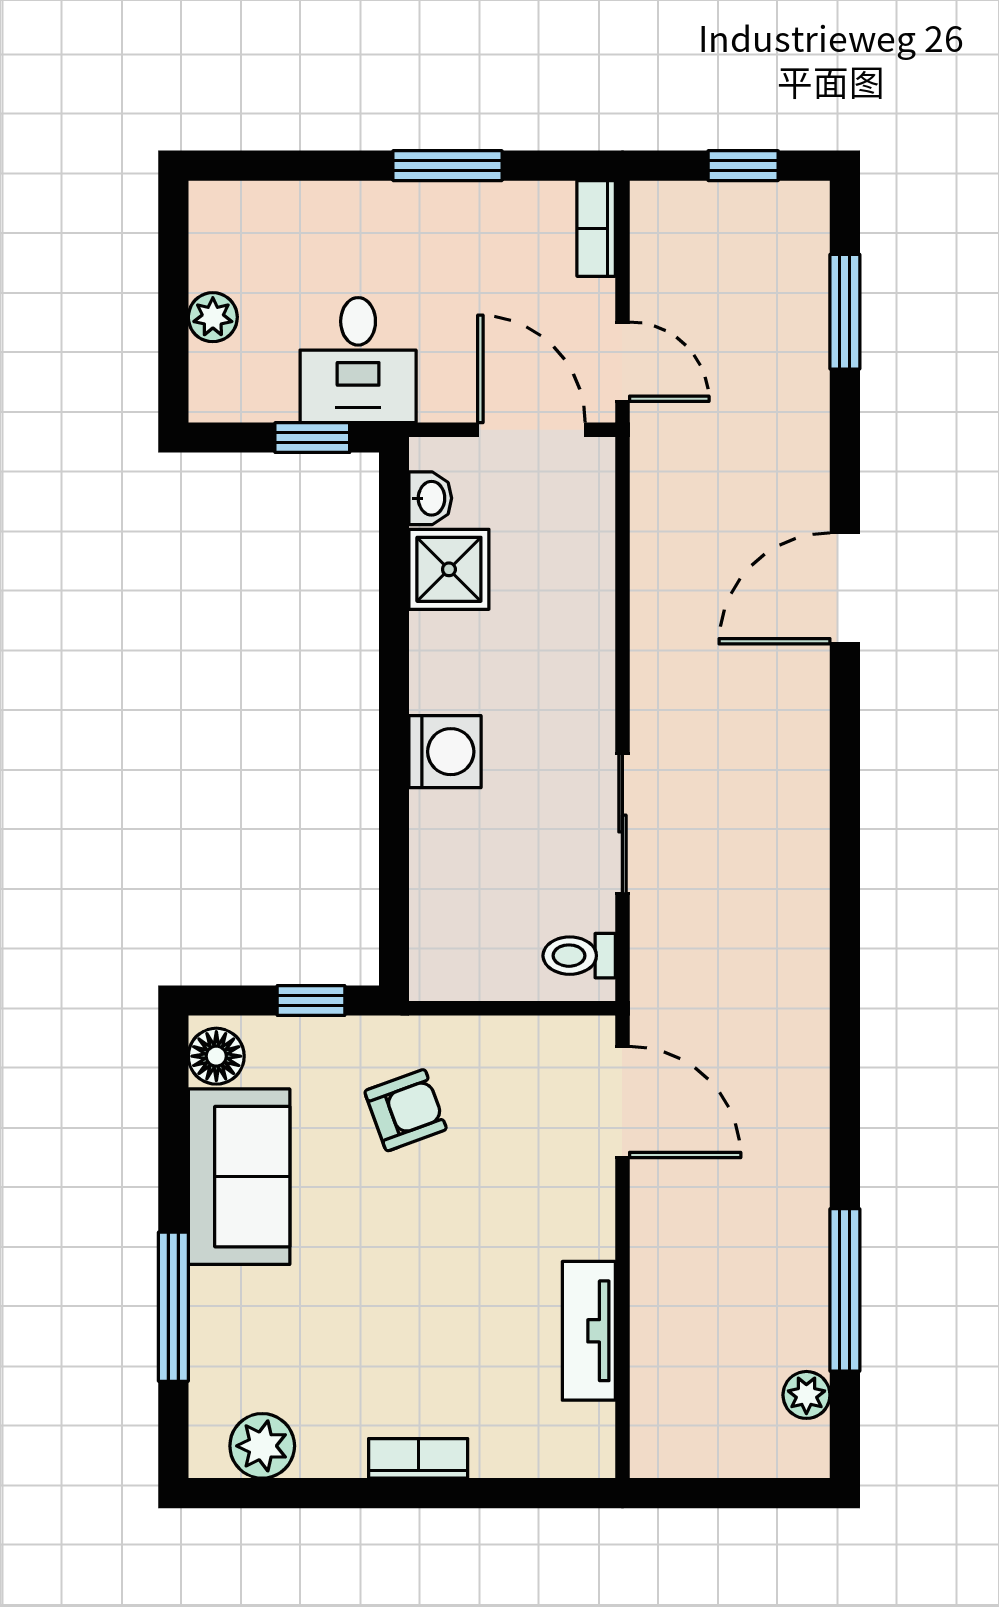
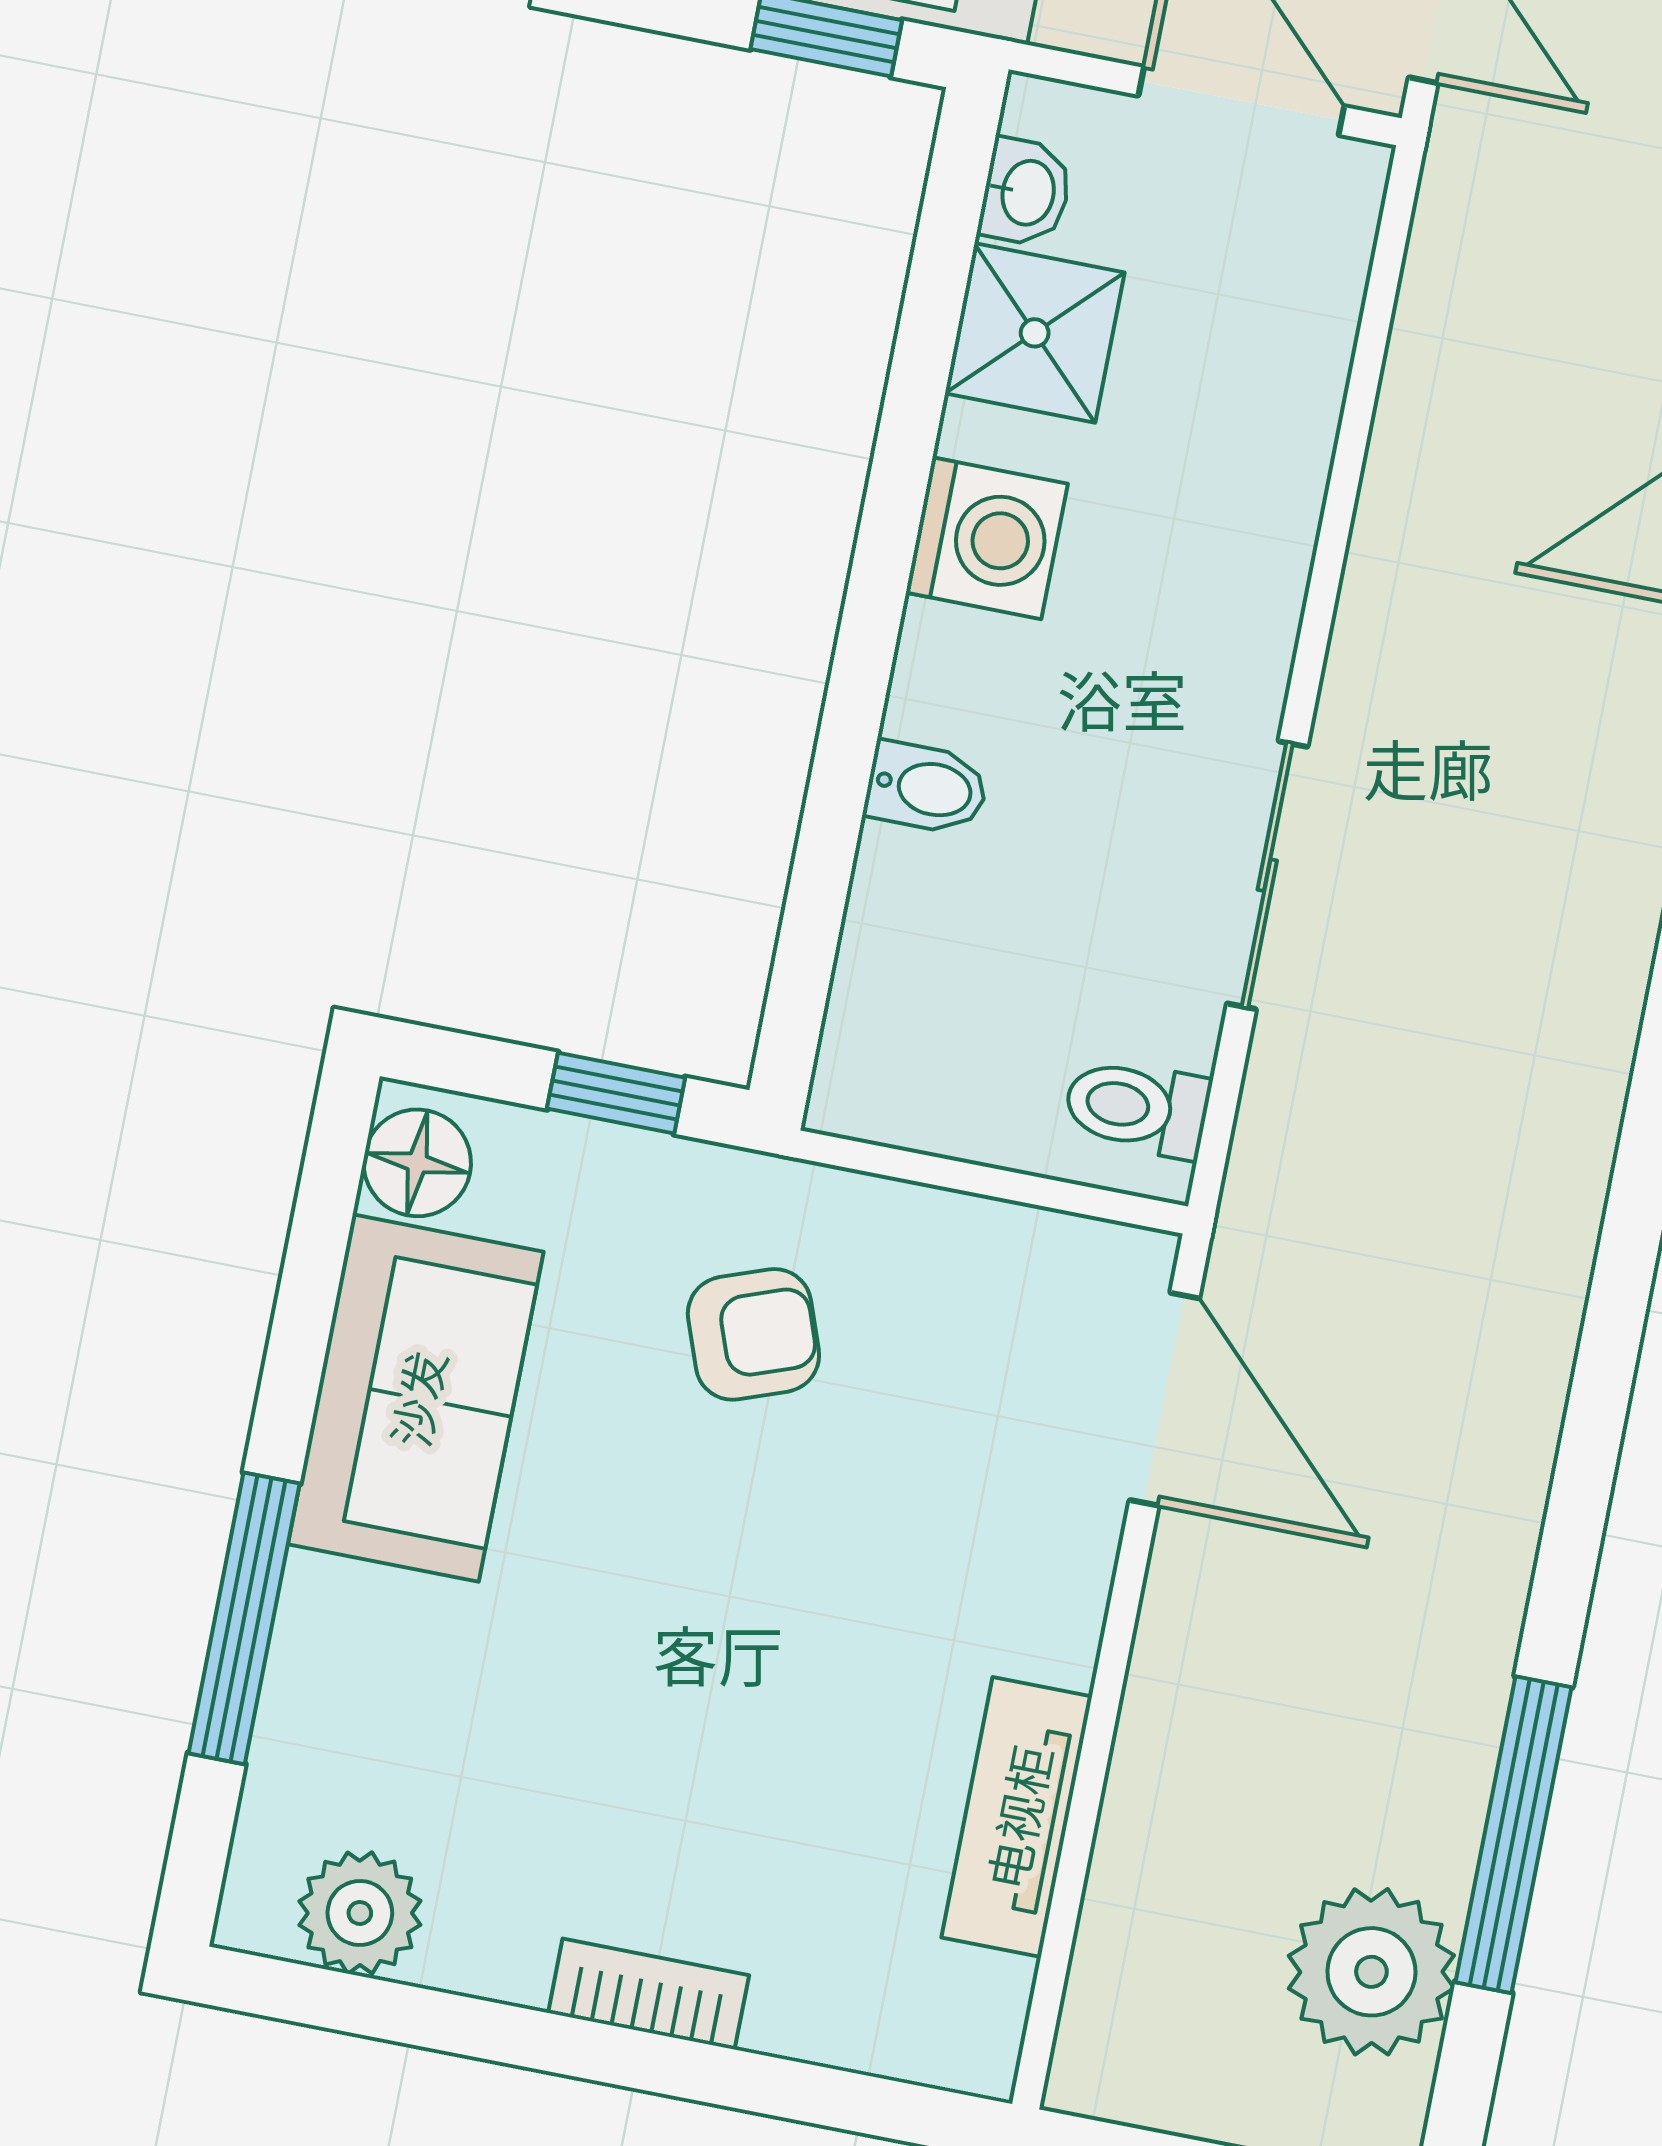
washing machine: (445, 752) -> (987, 538), moved
bidet: (439, 813) -> (927, 788), added
plant: (806, 1395) -> (1371, 1972), width x1.88, depth x1.88

